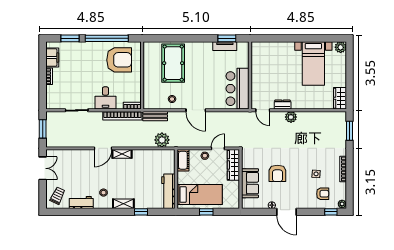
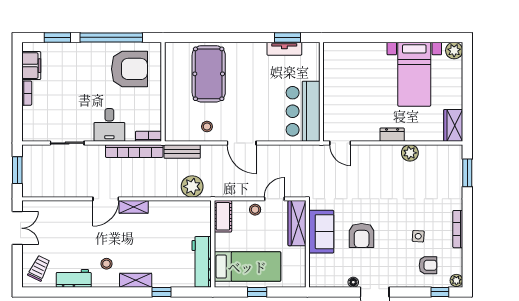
dresser: (283, 105) -> (392, 135), moved
plant: (291, 117) -> (410, 153), moved
sofa: (250, 183) -> (321, 232), moved

